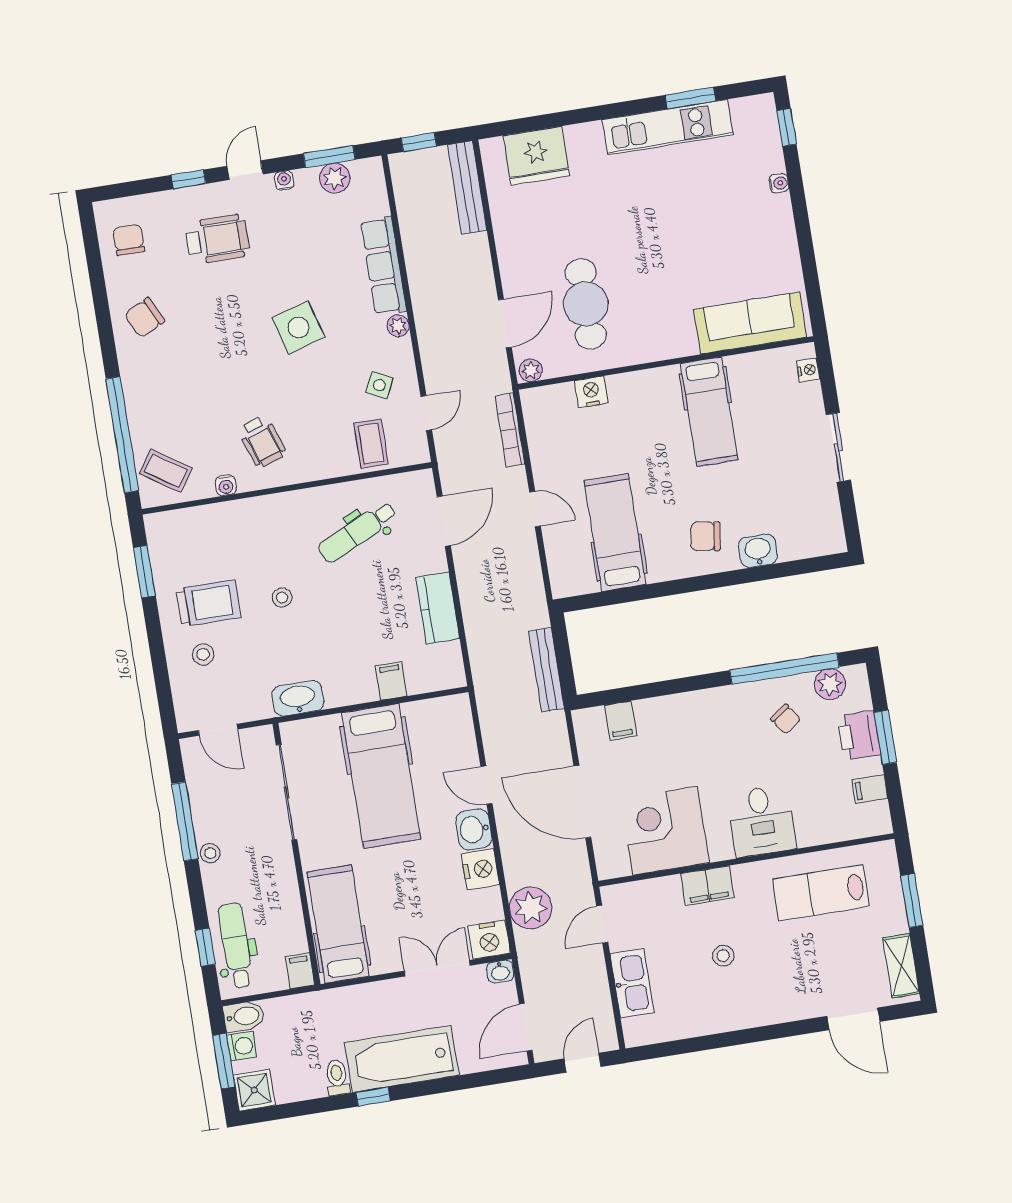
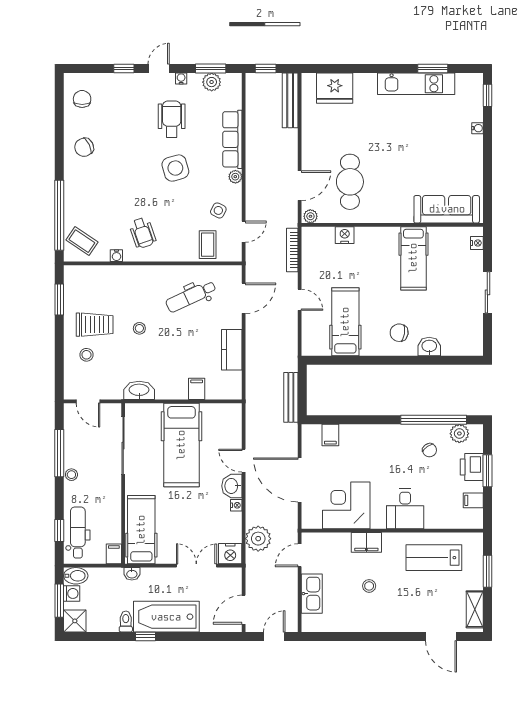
wheelchair: (217, 239) -> (172, 119), moved, turned -90
nightstand: (480, 869) -> (236, 505), width x0.53, depth x0.56
washbasin: (500, 972) -> (132, 574), moved

